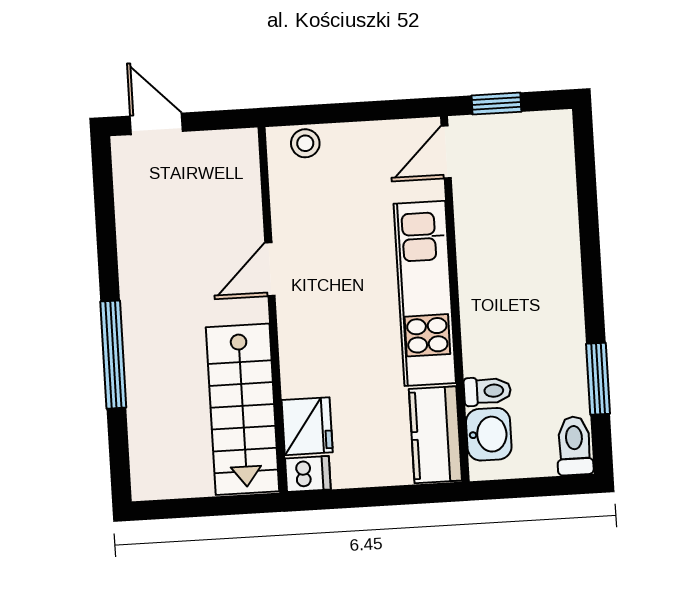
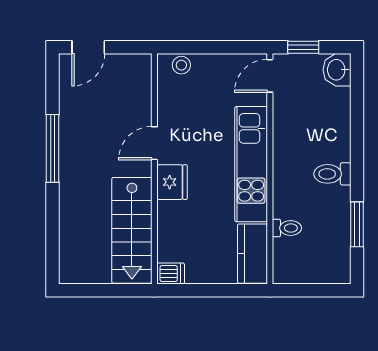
door: (156, 124) -> (88, 47), swing flipped
window: (113, 355) -> (53, 148), moved
fridge: (307, 426) -> (172, 182), moved
washbasin: (489, 434) -> (337, 70), moved, turned 180
toilet: (574, 446) -> (332, 174), moved, turned -90

